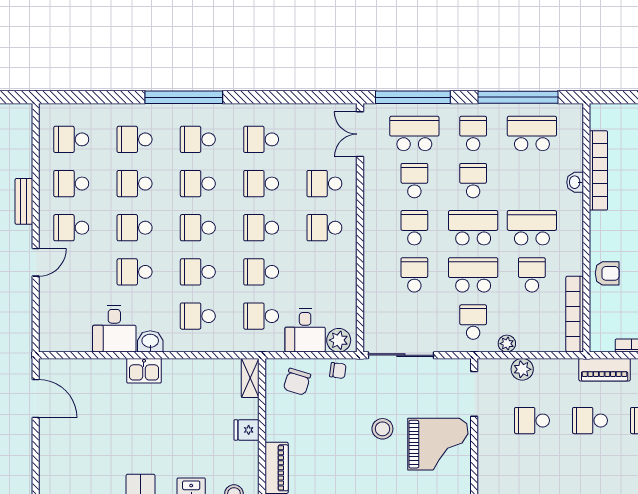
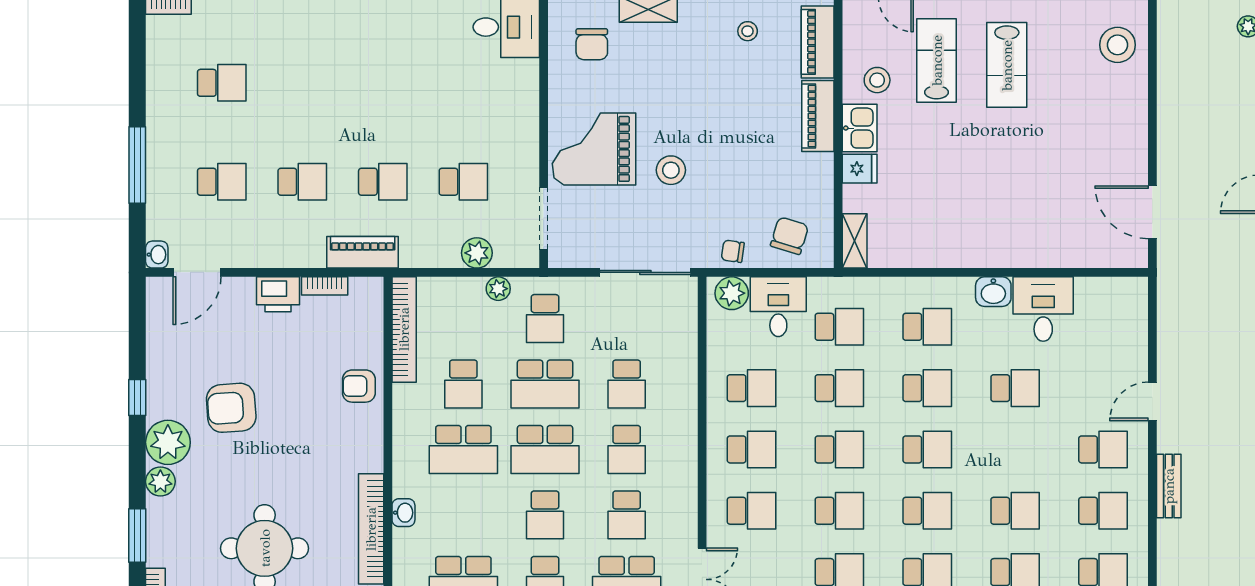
school desk: (135, 228) -> (752, 388), moved
kitchen sink: (144, 371) -> (860, 128), moved, turned 90

